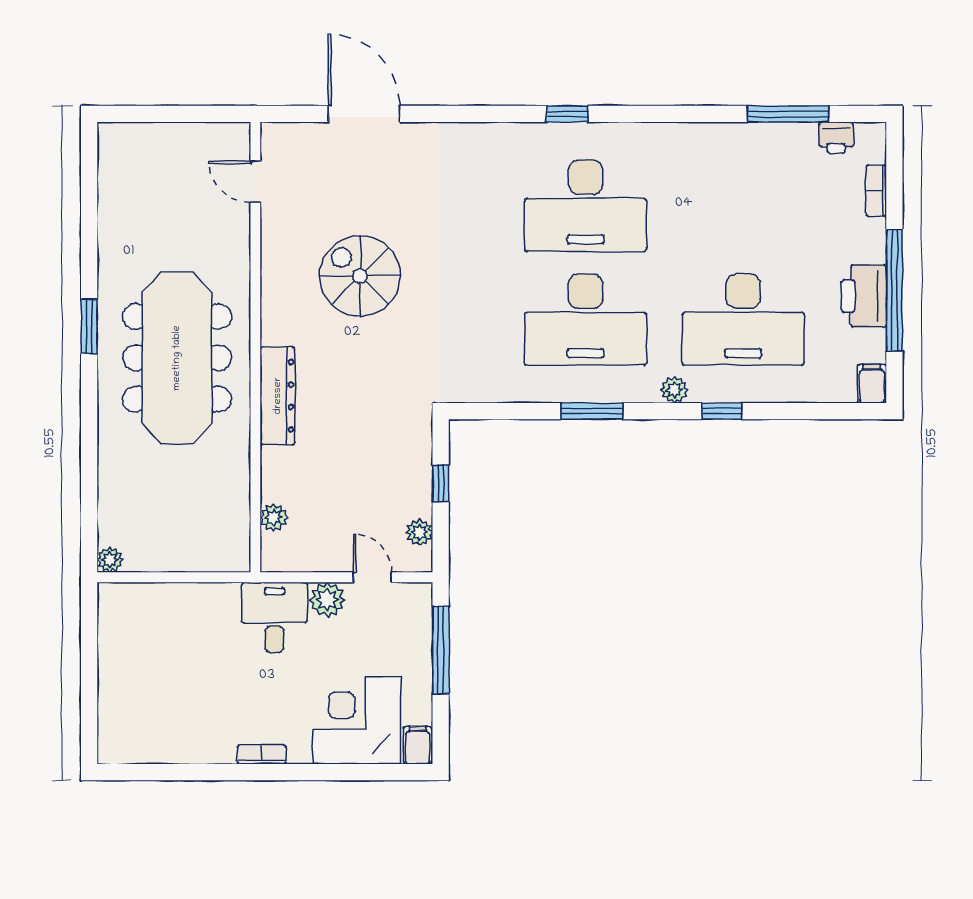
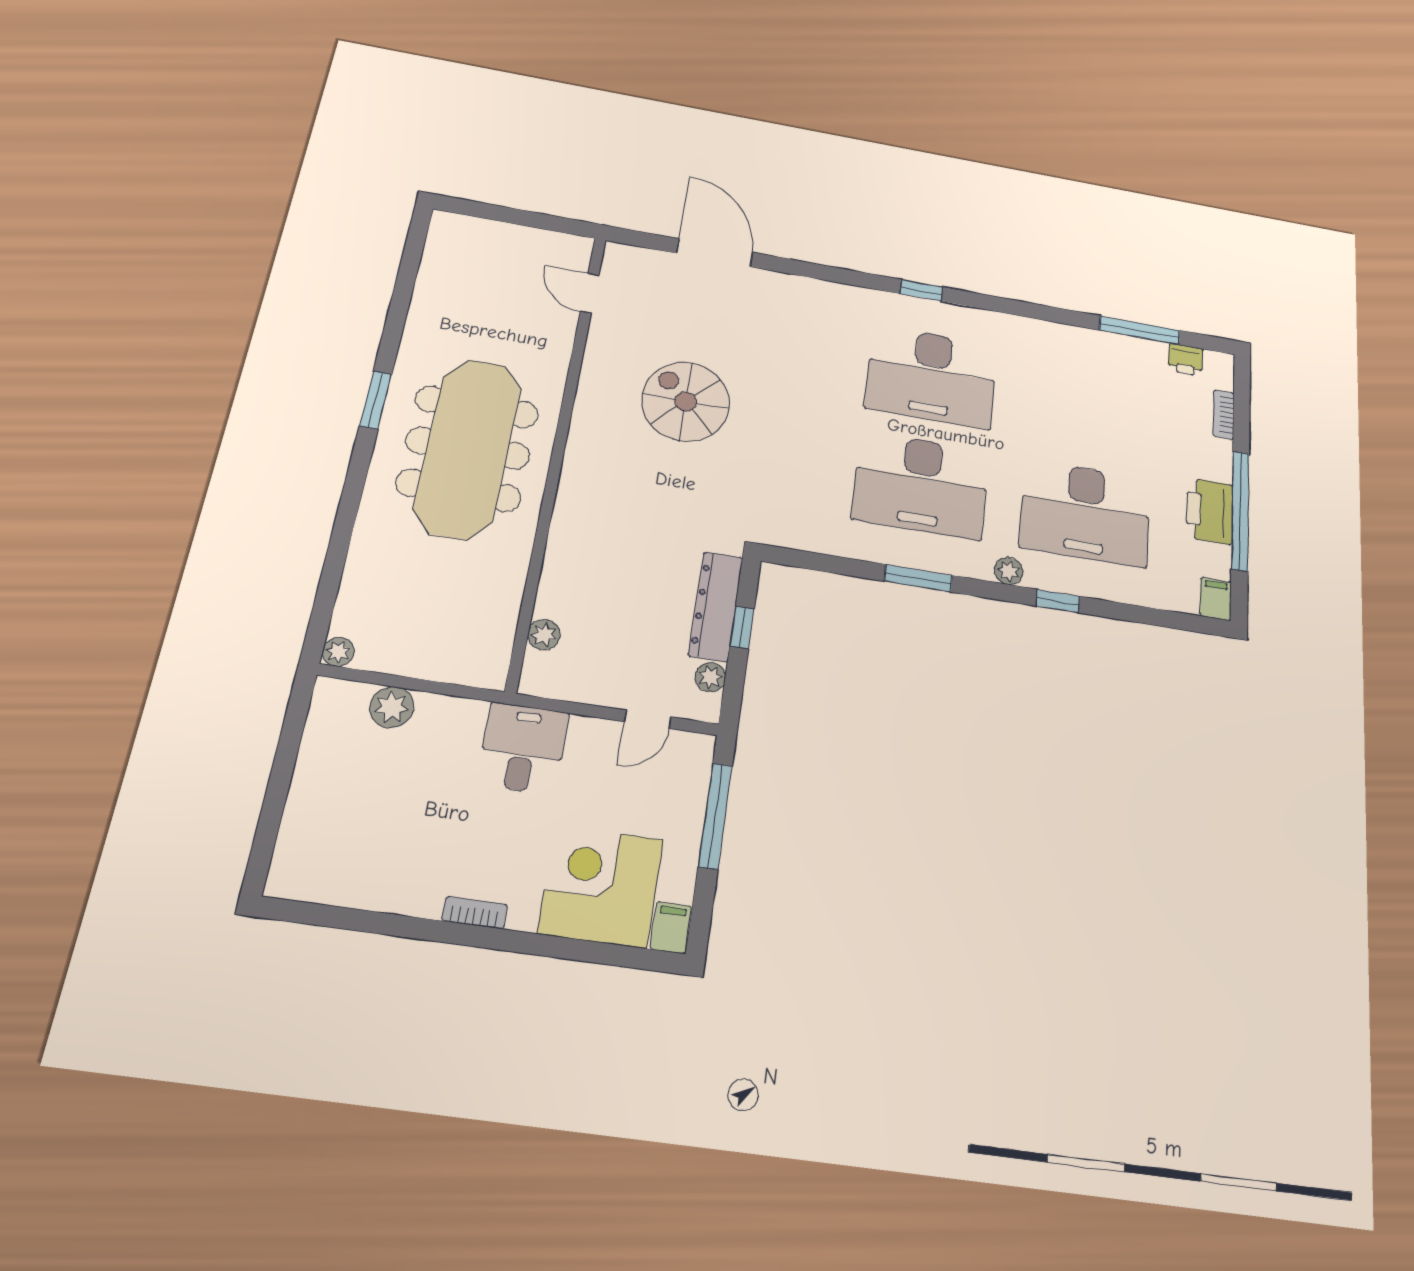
dresser: (278, 396) -> (716, 606), moved, turned 180
door: (372, 577) -> (648, 719), swing flipped
plant: (327, 600) -> (392, 707), moved

